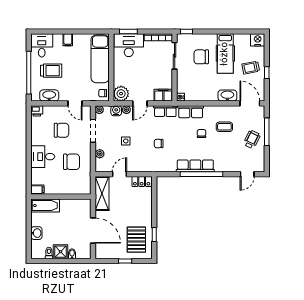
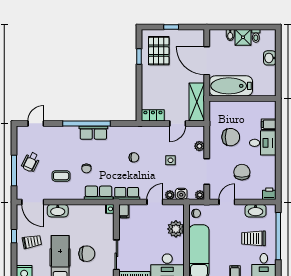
plant: (121, 94) -> (176, 229), moved
filing cabinet: (163, 95) -> (124, 211), width x0.50
door: (75, 103) -> (227, 202), hinge flipped
chair: (61, 130) -> (242, 172), turned 90
chair: (72, 162) -> (231, 137), turned 180
row of seats: (195, 166) -> (93, 133), width x0.68
filing cabinet: (37, 190) -> (269, 124), moved
bathtub: (45, 206) -> (231, 86), moved, width x1.36, depth x1.36

